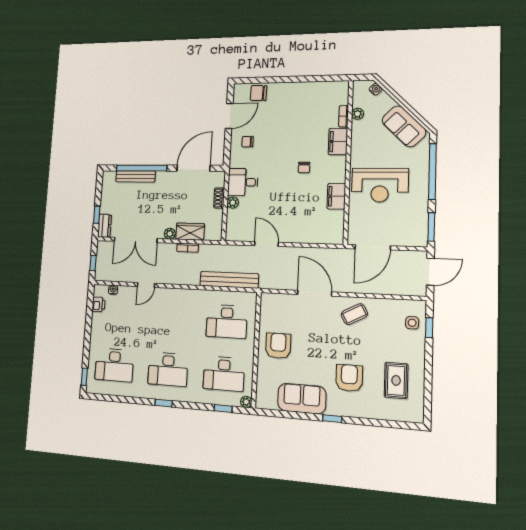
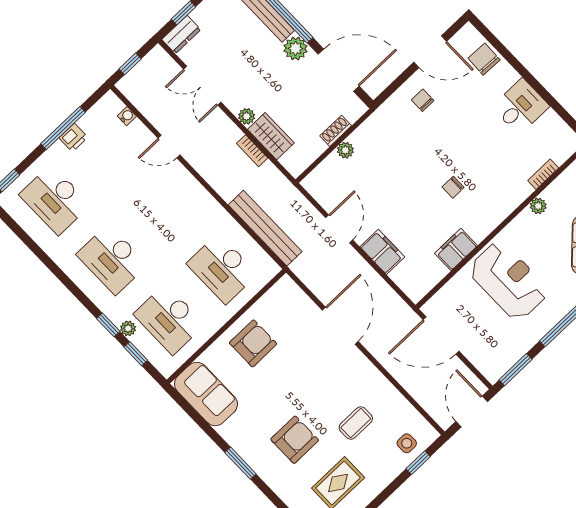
plant: (358, 114) -> (538, 206), moved
filing cabinet: (338, 141) -> (382, 252), moved, turned 90
plant: (164, 179) -> (296, 48), added
desk: (243, 182) -> (521, 107), moved, turned 90
reception desk: (380, 185) -> (508, 281), turned 180
double door: (136, 240) -> (202, 86), width x0.73
door: (430, 272) -> (472, 411), swing flipped
printer: (99, 304) -> (73, 138), moved
coffee table: (354, 314) -> (356, 423), moved, turned -62
window: (88, 325) -> (63, 128), added
sofa: (302, 399) -> (206, 394), moved
plant: (246, 402) -> (128, 328), moved
window: (164, 403) -> (108, 325), moved
window: (332, 419) -> (240, 463), width x1.50

